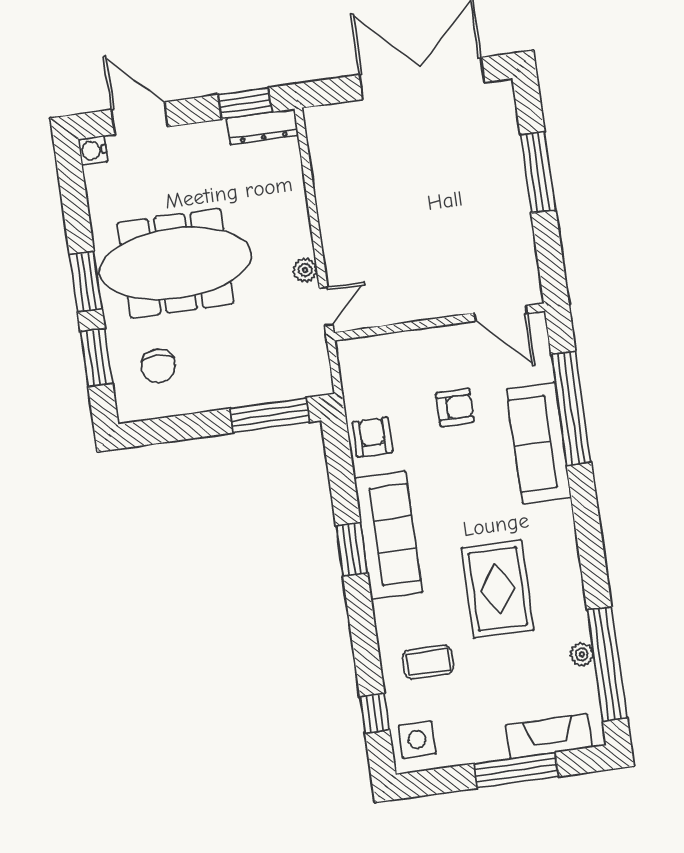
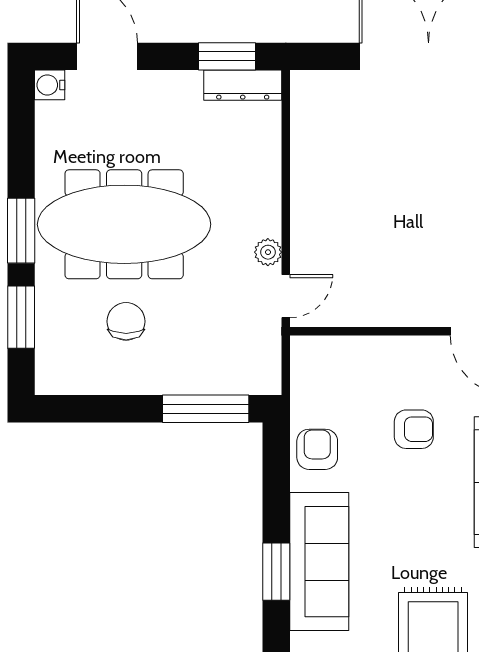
chair: (158, 366) -> (126, 321), moved, turned 180

